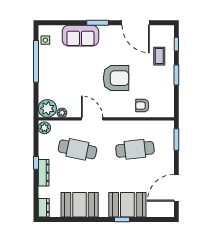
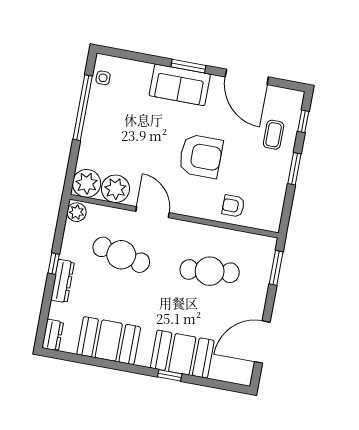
sofa: (80, 36) -> (180, 85), moved
plant: (62, 113) -> (115, 189), width x1.88, depth x1.88

